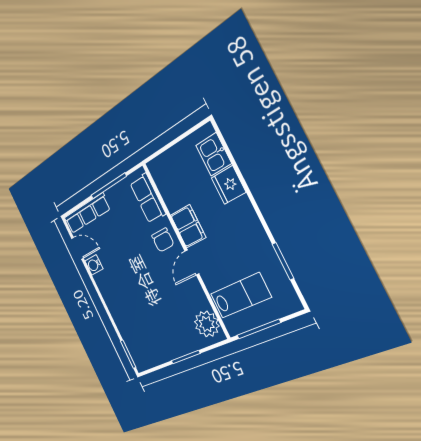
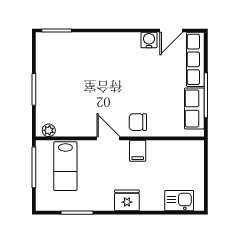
fridge: (229, 185) -> (127, 200), moved
row of seats: (148, 198) -> (194, 108), moved, turned -90
filing cabinet: (188, 226) -> (138, 151), width x0.50
plant: (207, 324) -> (49, 130), width x0.53, depth x0.53

